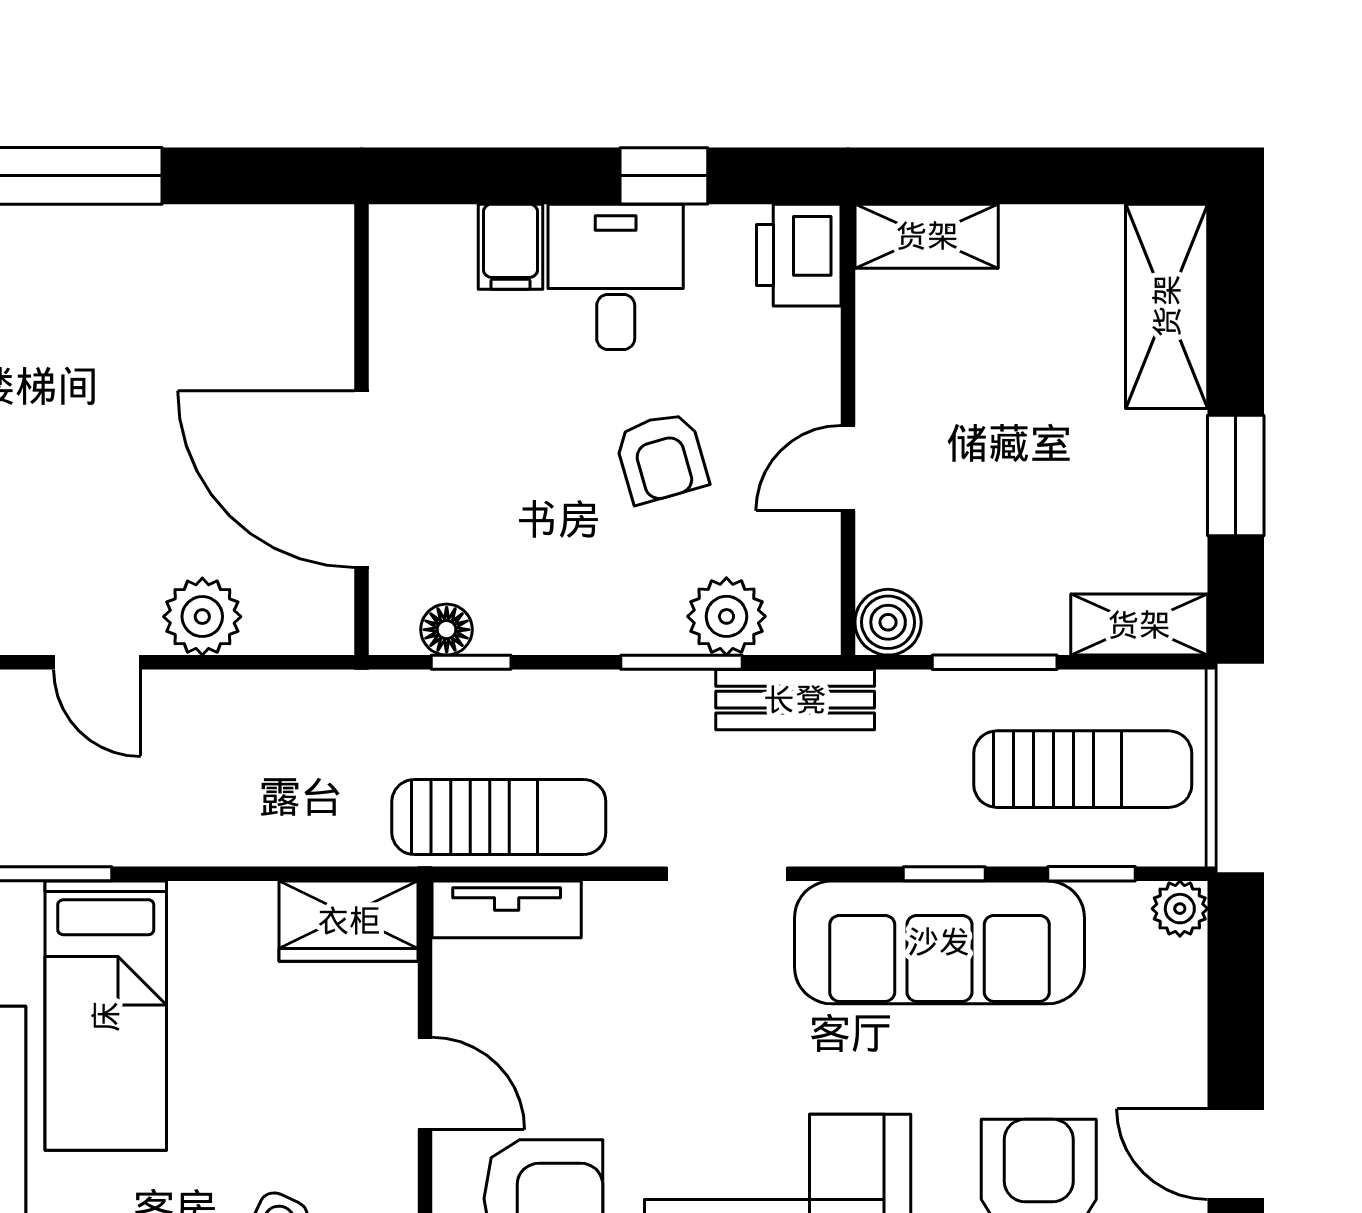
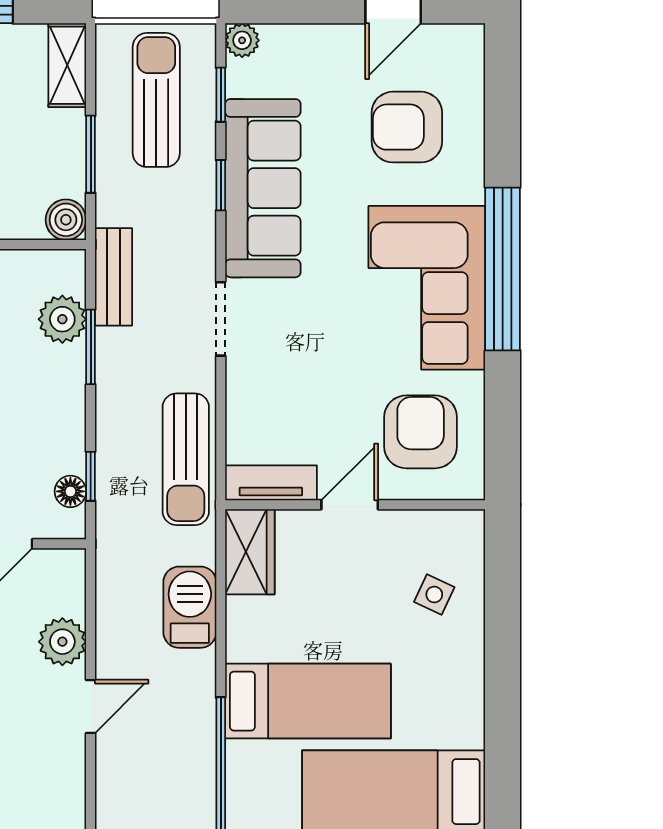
sun lounger: (499, 817) -> (186, 459), turned 180
barbecue: (258, 824) -> (190, 607), added
tv unit: (507, 909) -> (271, 483), moved, turned -90

